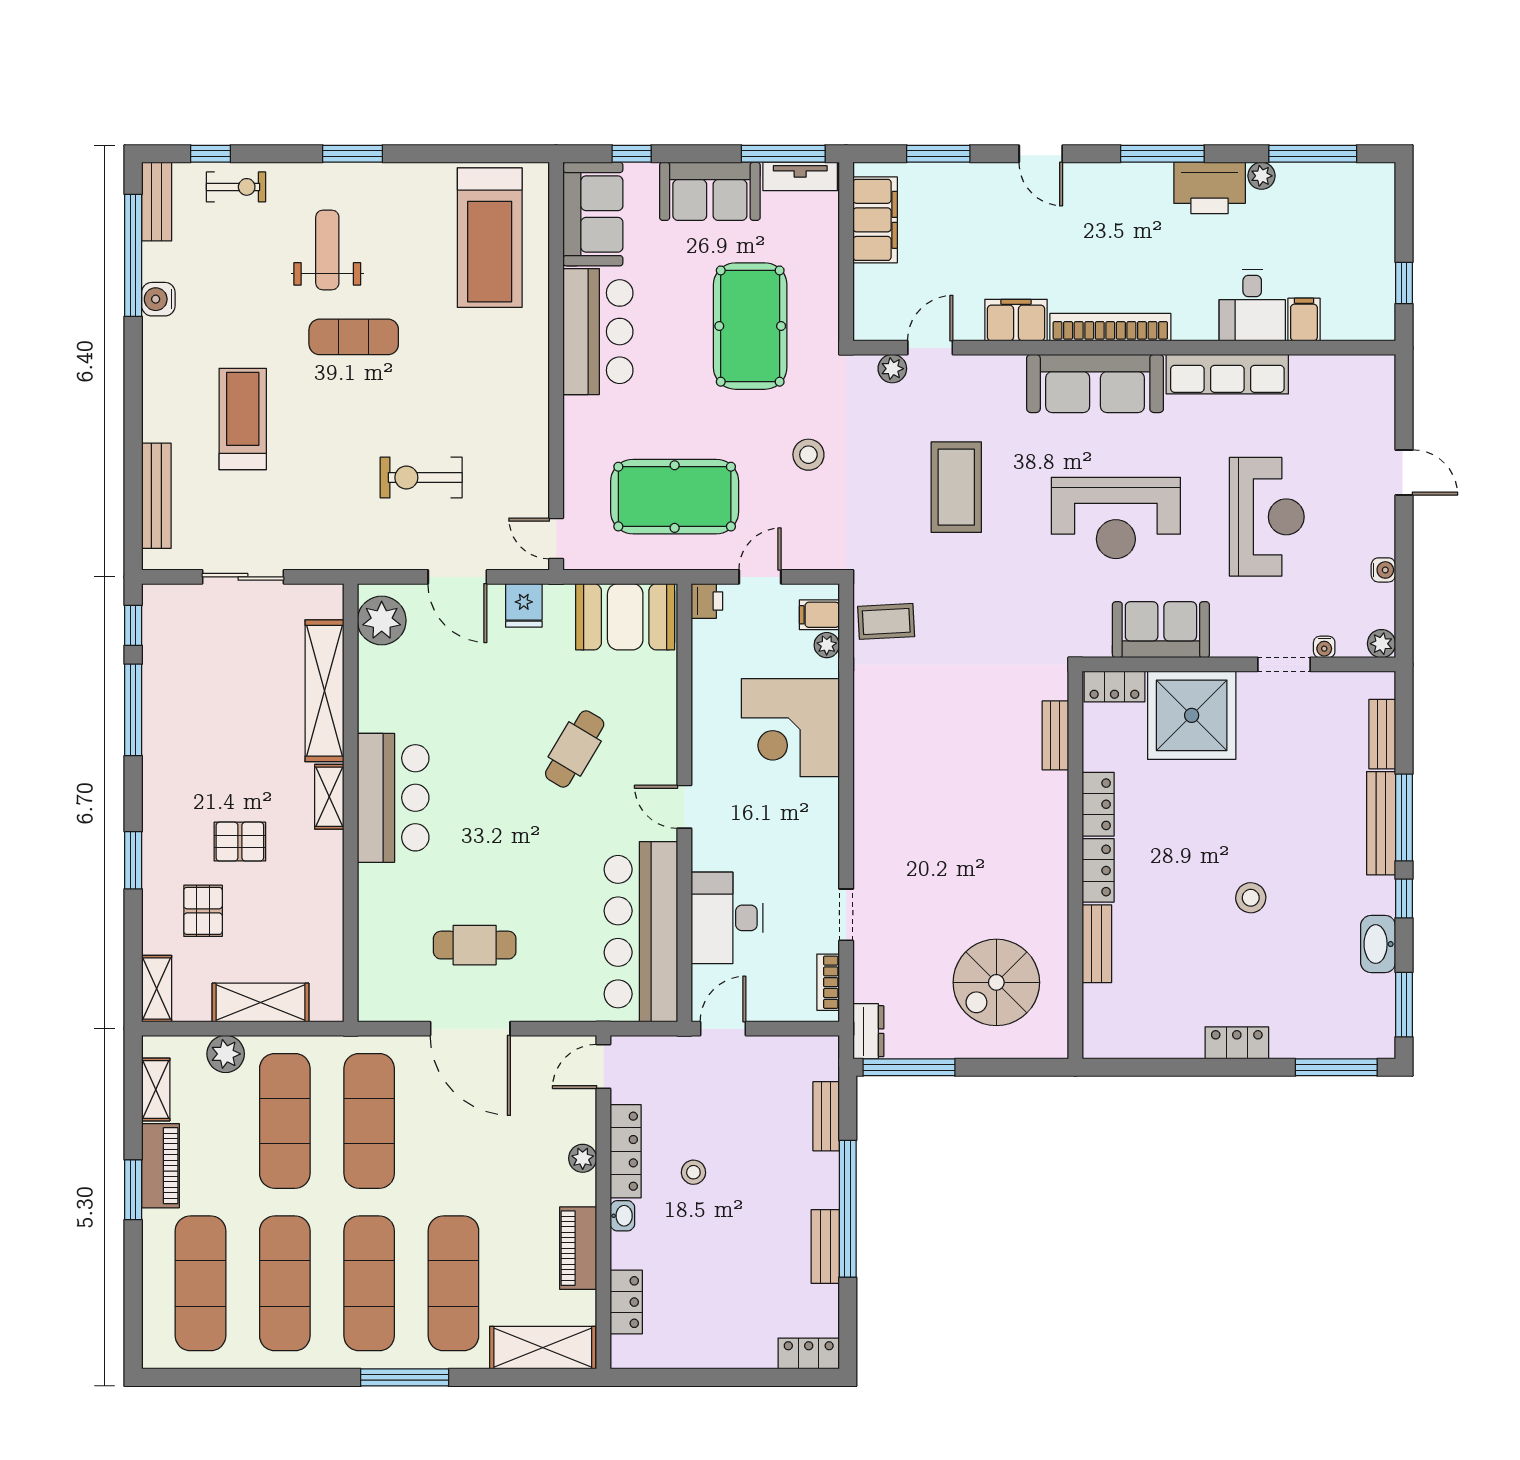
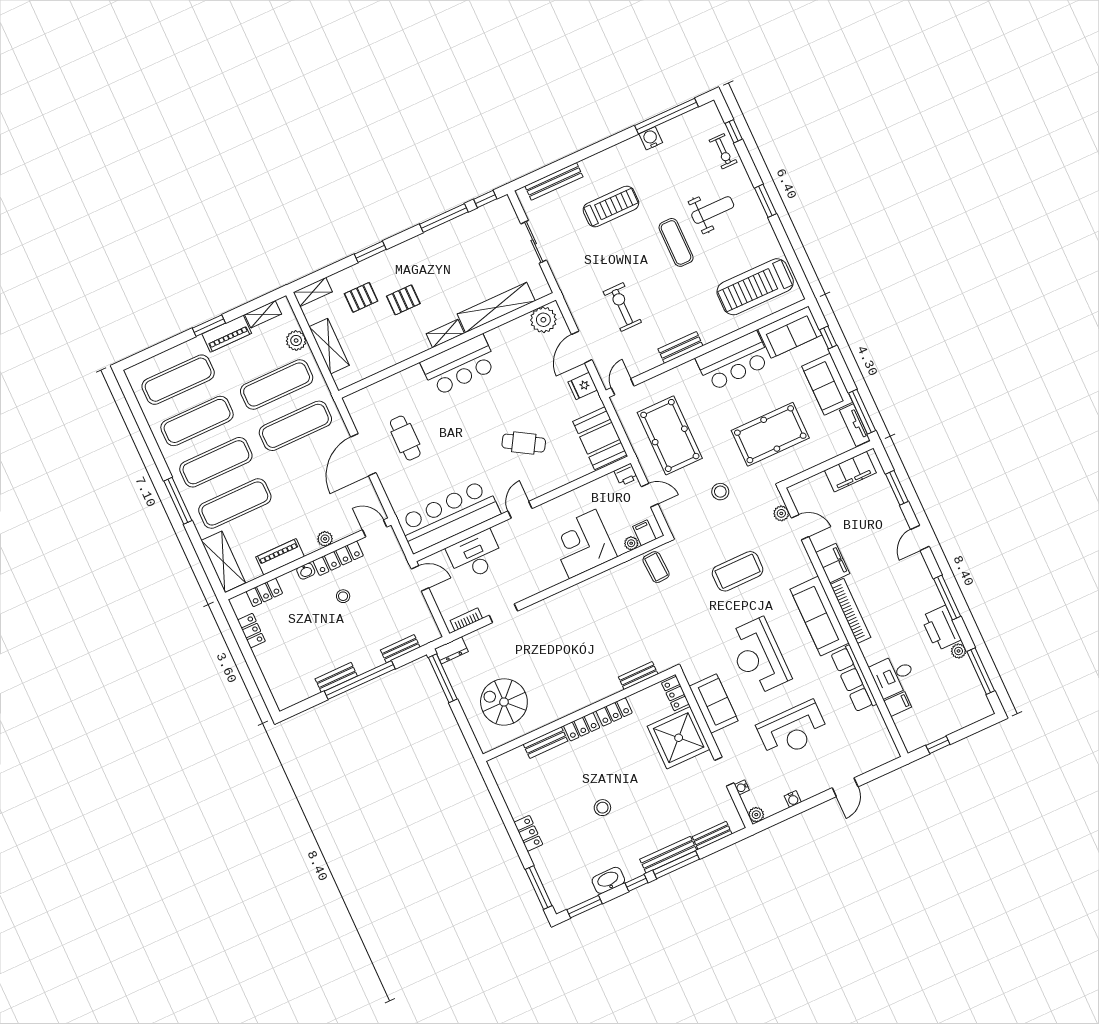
bench: (157, 202) -> (680, 347), moved
pallet: (240, 842) -> (403, 300), turned 90
locker: (809, 1353) -> (251, 631), moved

